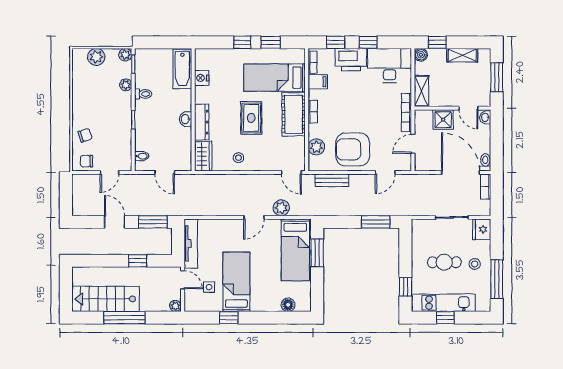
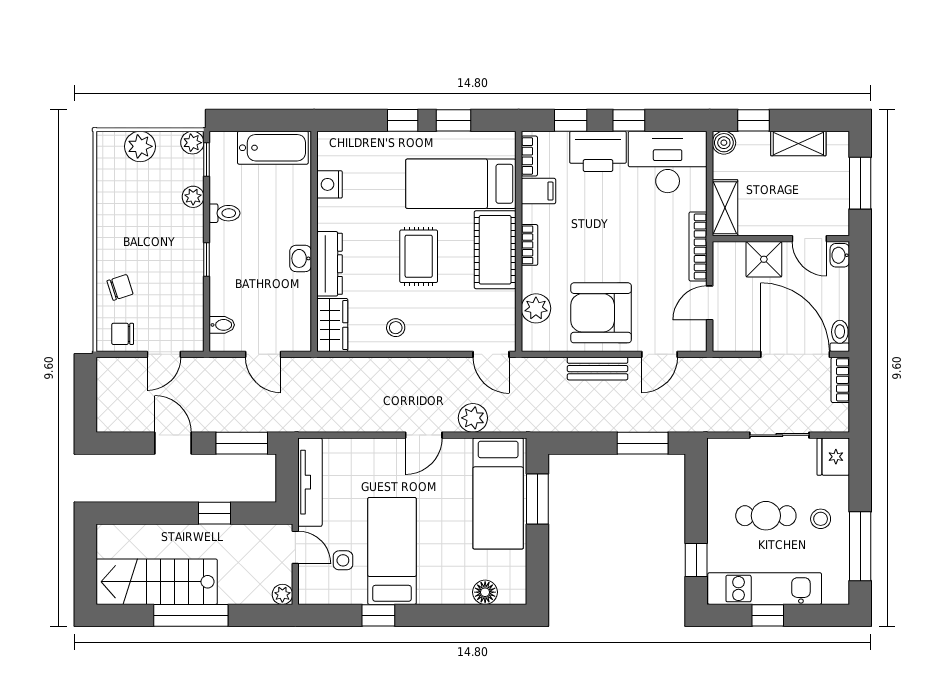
bathtub: (182, 69) -> (273, 148), moved, turned -90
bench: (332, 180) -> (598, 369), moved

